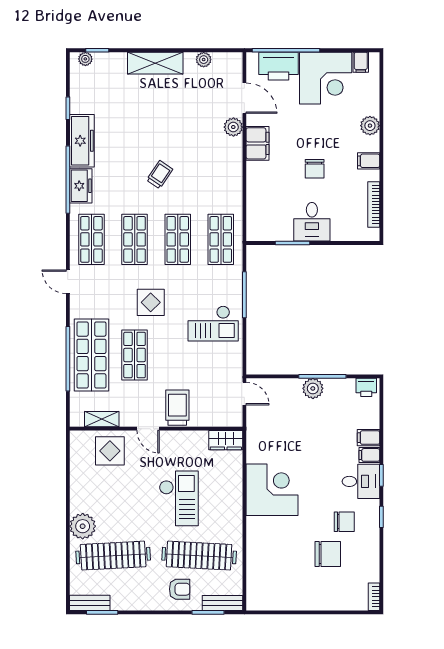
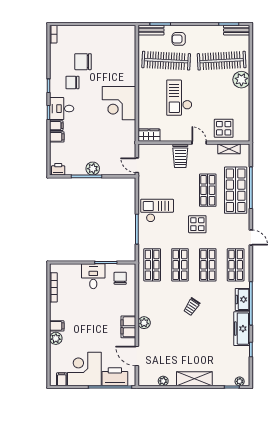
plant: (233, 127) -> (144, 323), moved
filing cabinet: (369, 161) -> (57, 326), moved
chair: (315, 169) -> (120, 278), moved

